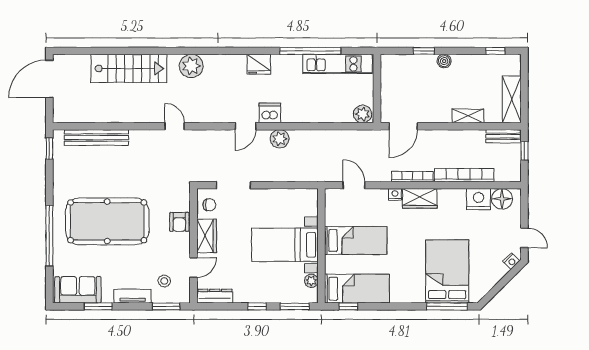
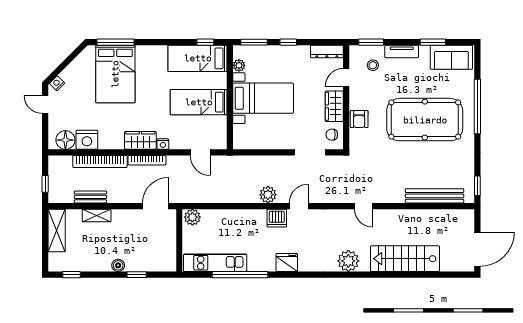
bench: (503, 136) -> (90, 197), moved
armchair: (179, 222) -> (359, 119), turned 180

